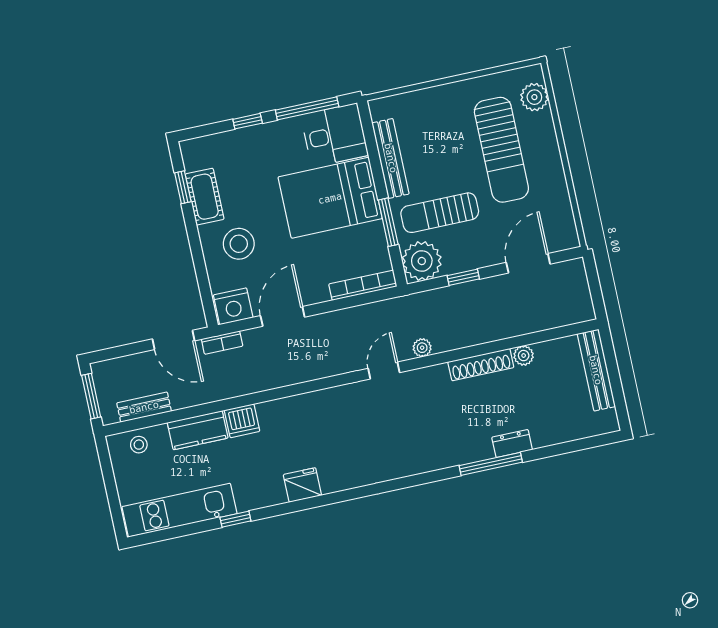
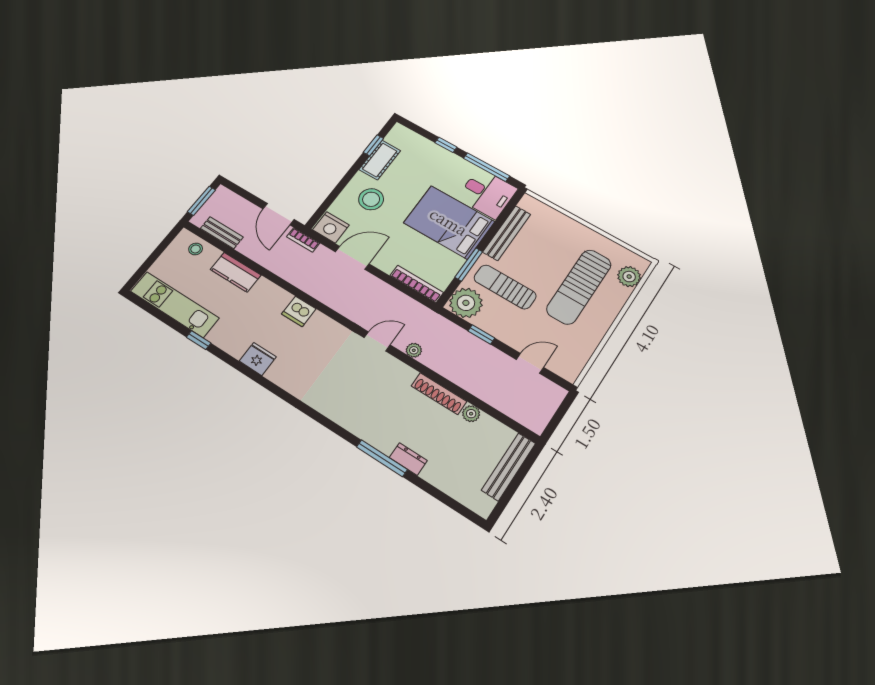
door: (528, 263) -> (530, 363), width x0.73
dishwasher: (242, 421) -> (299, 311), moved

